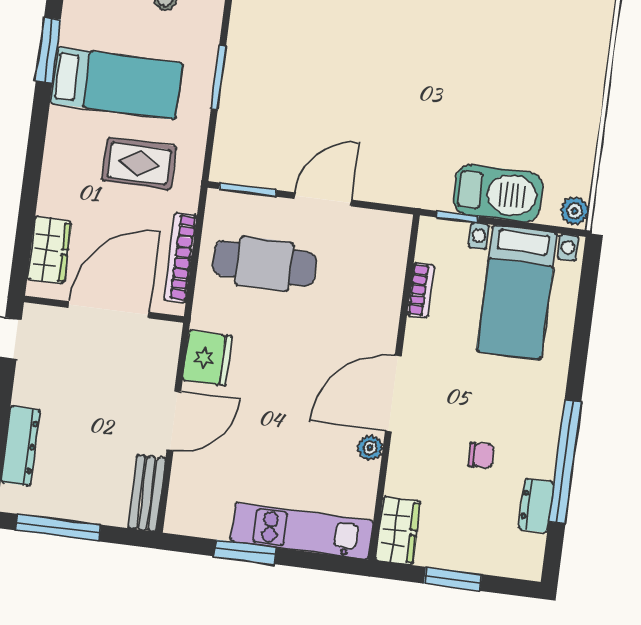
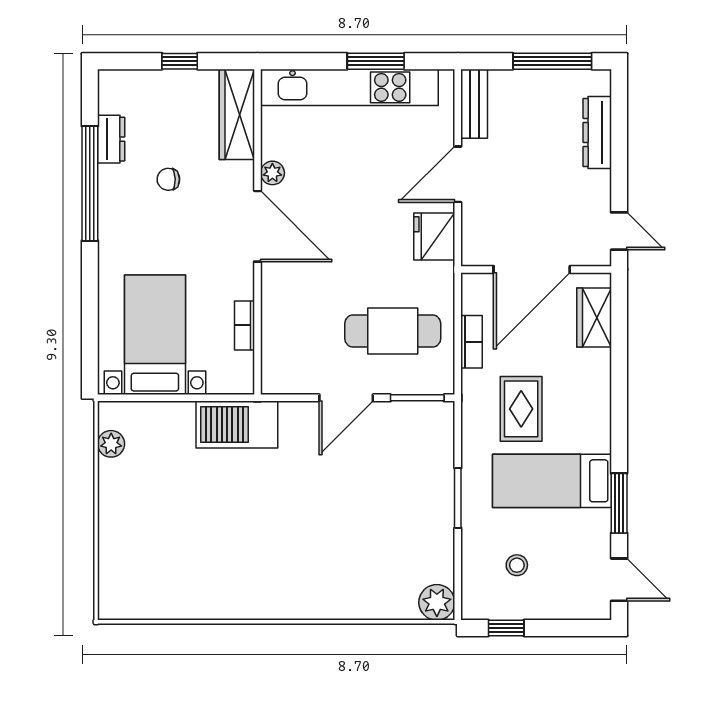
rug: (139, 163) -> (521, 409), turned 90
barbecue: (498, 193) -> (237, 425), moved
plant: (575, 211) -> (111, 444), moved
window: (457, 217) -> (219, 398), removed
bookcase: (180, 257) -> (472, 342), width x0.64
door: (393, 393) -> (257, 226), hinge flipped
kitchen unit: (302, 531) -> (349, 87), width x1.36
wardrobe: (398, 531) -> (237, 114), width x1.50
window: (453, 579) -> (180, 61), width x0.67

